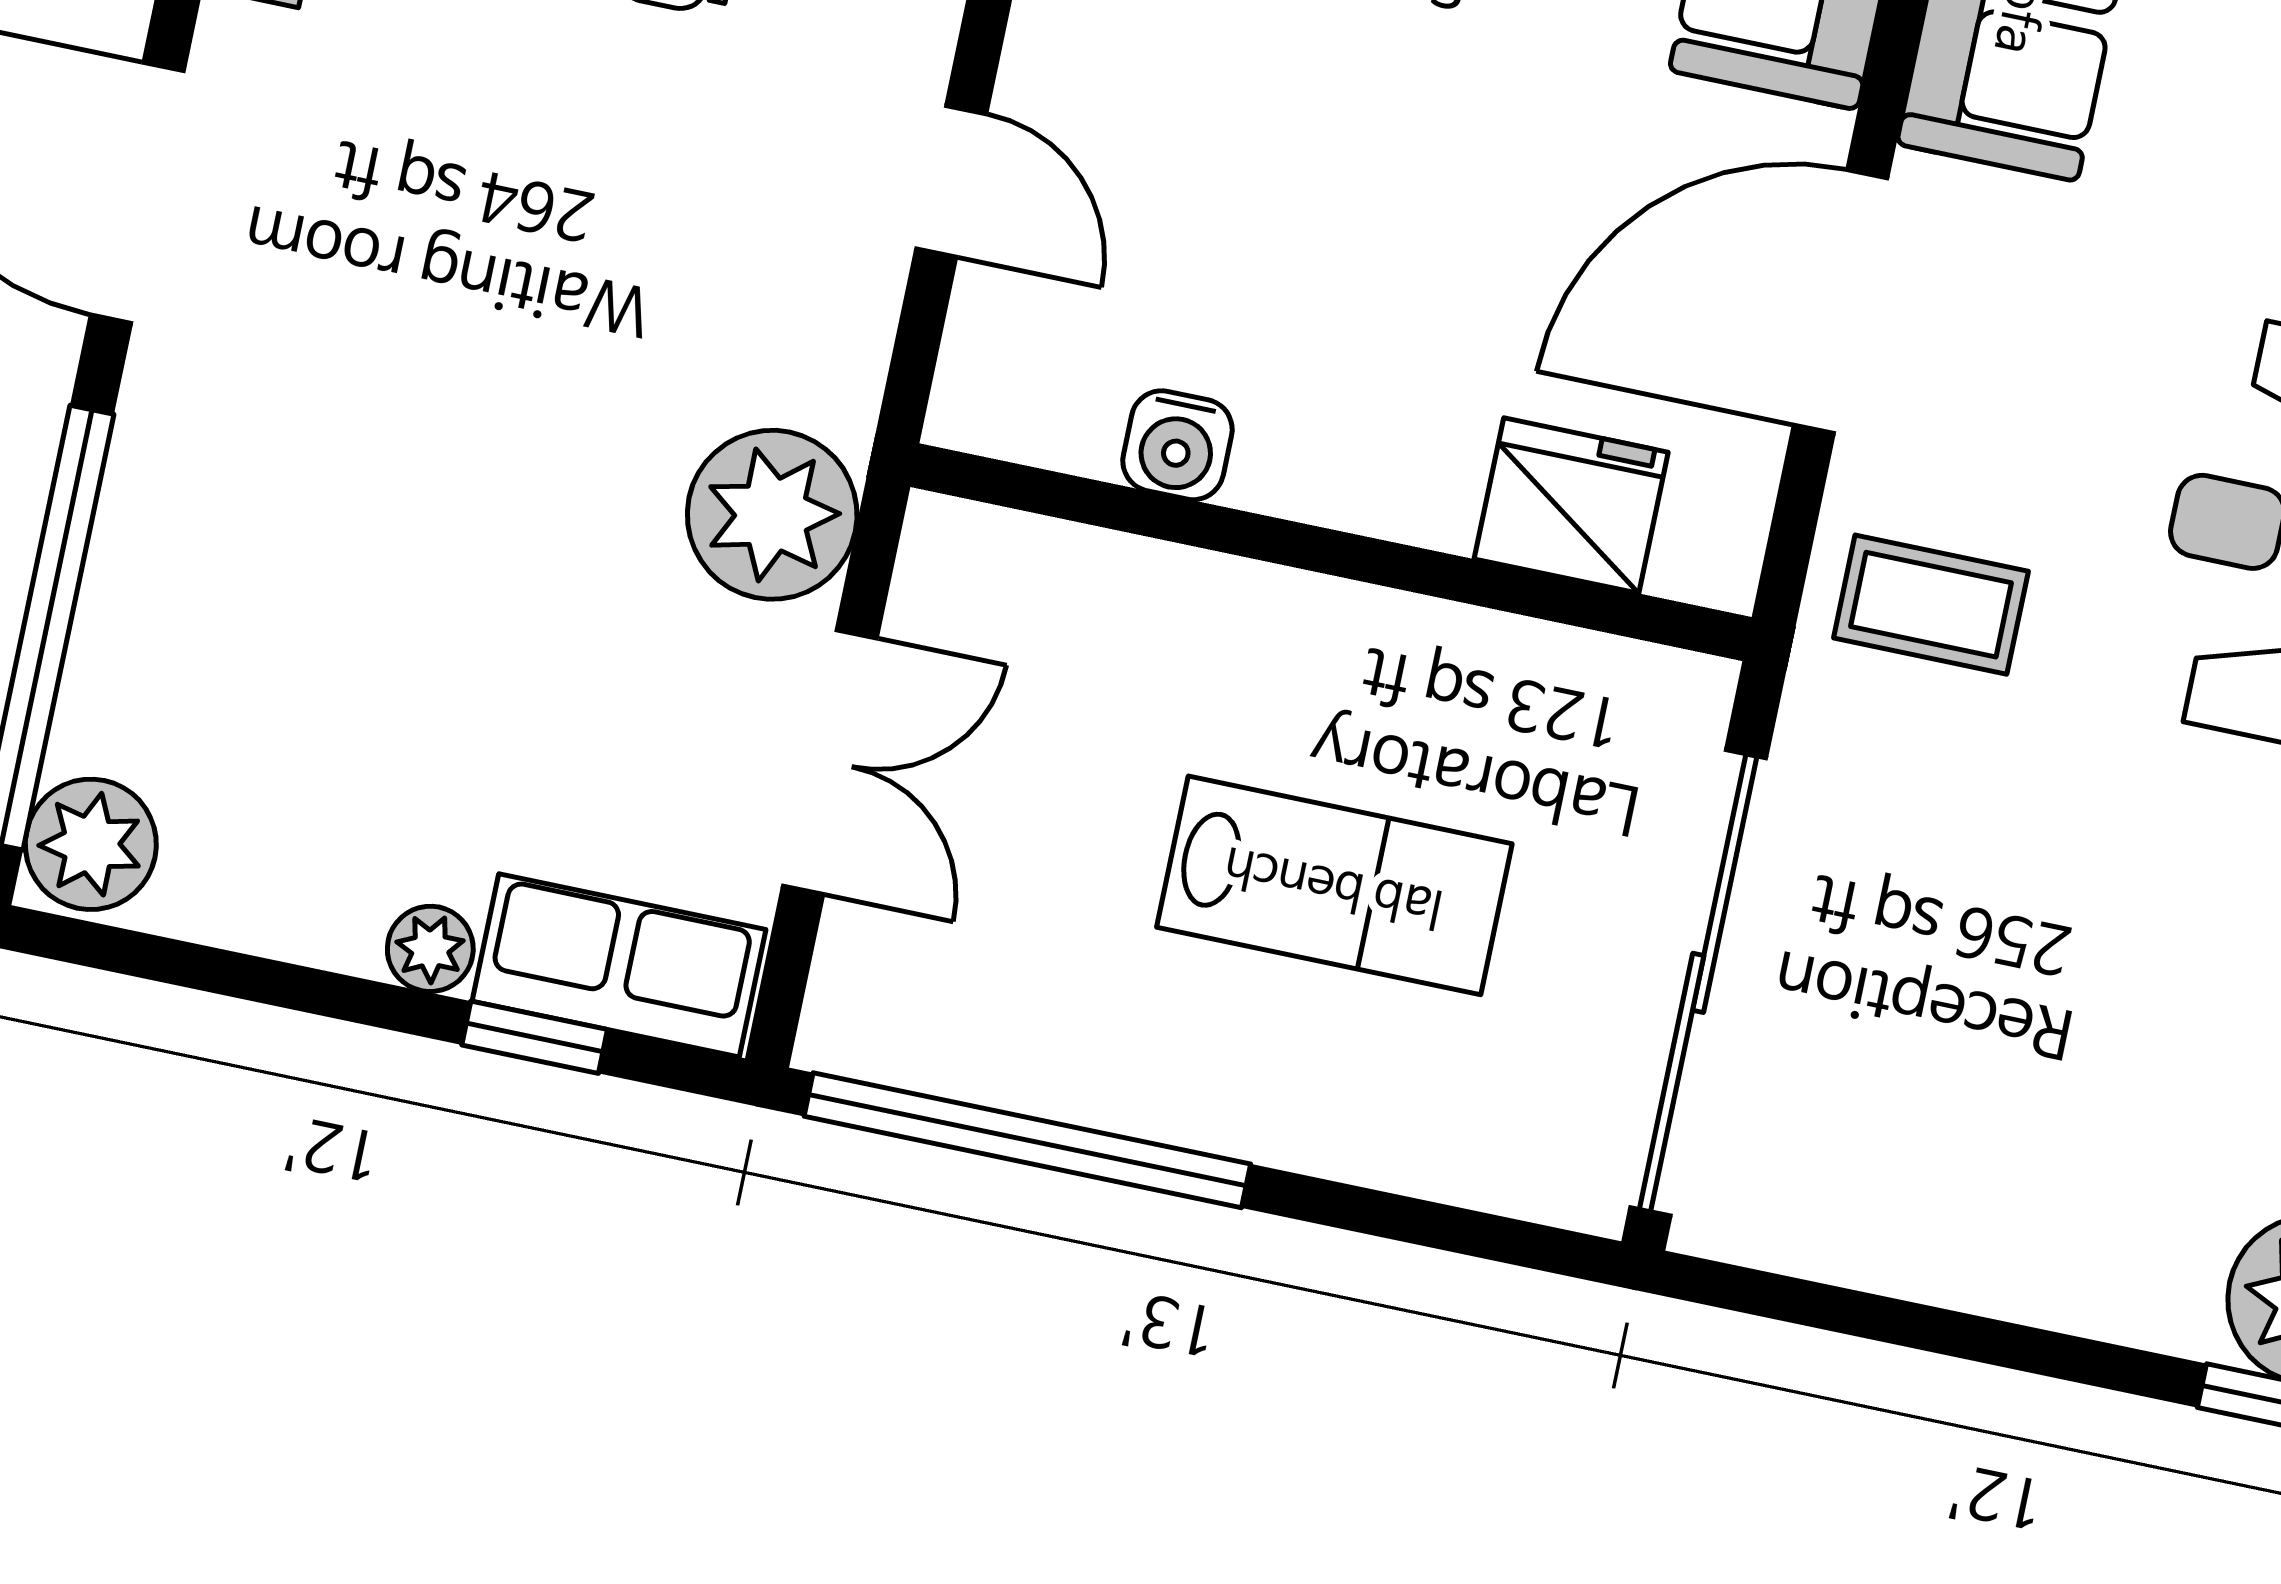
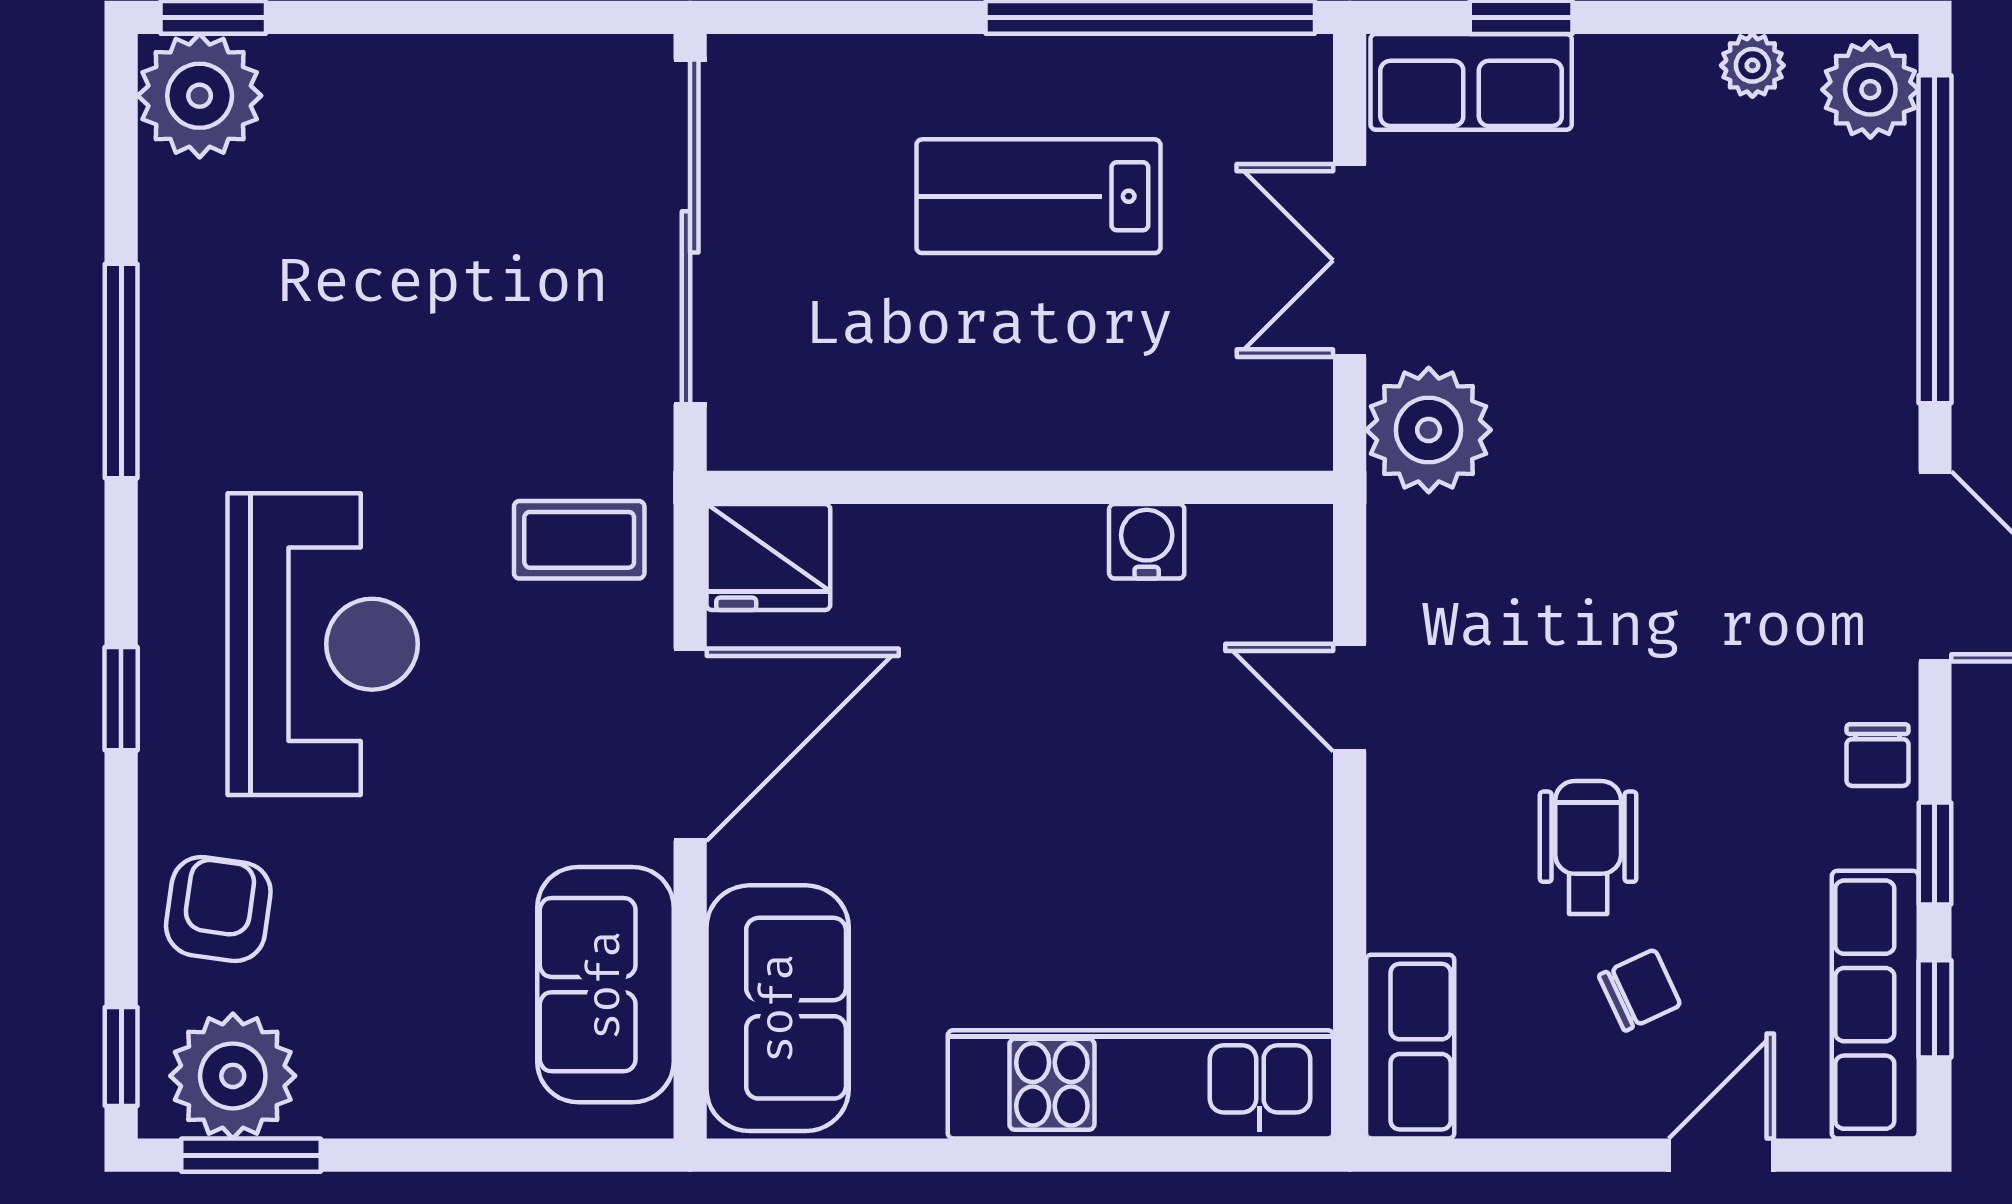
fridge: (1571, 506) -> (768, 557), moved
lab bench: (1334, 885) -> (1038, 196), moved
plant: (430, 949) -> (1752, 65), moved

